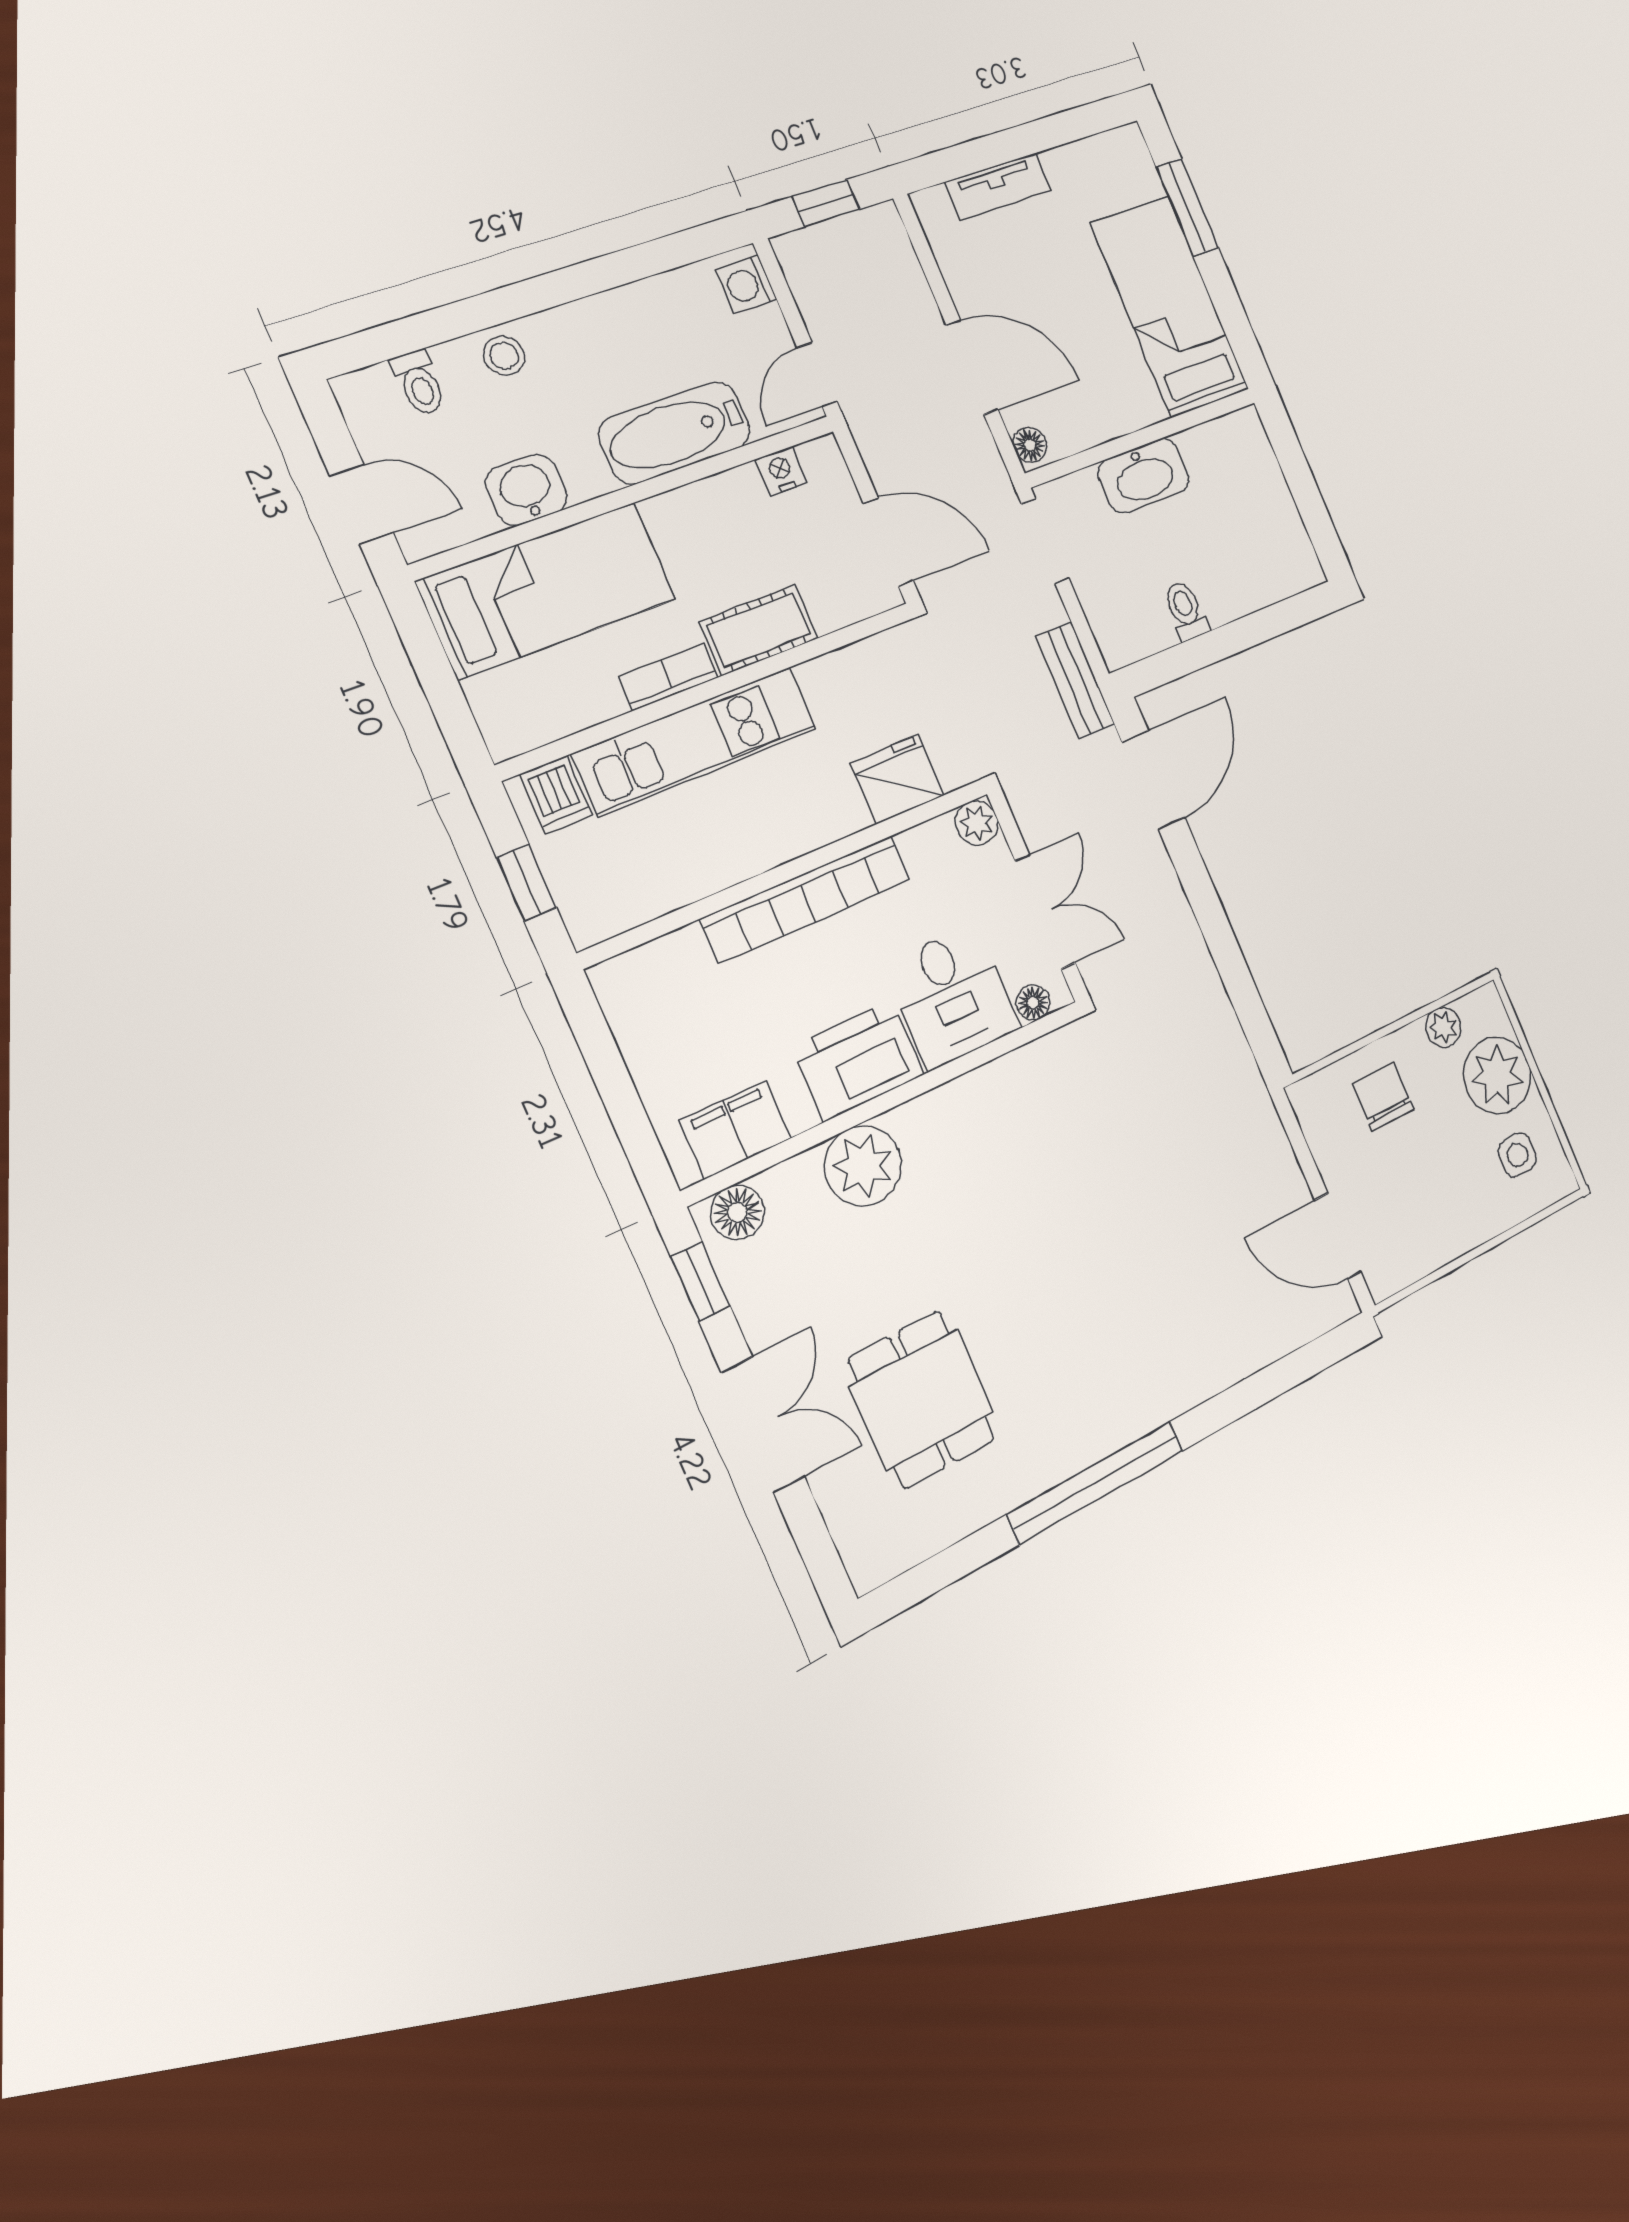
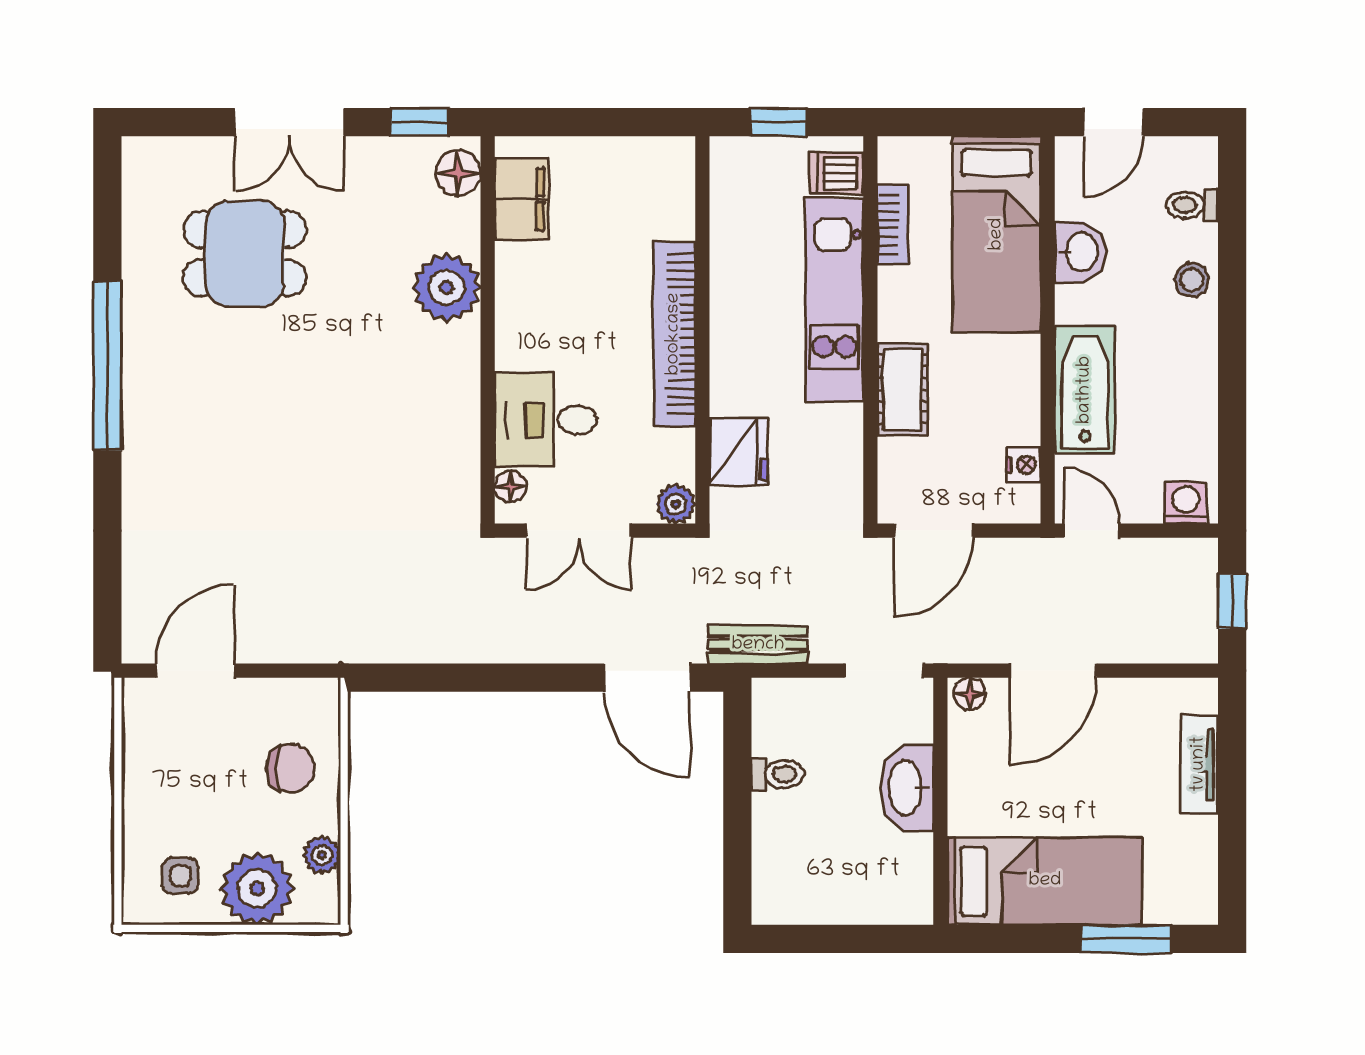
bookcase: (668, 677) -> (893, 224), moved
printer: (858, 1061) -> (530, 320), removed

